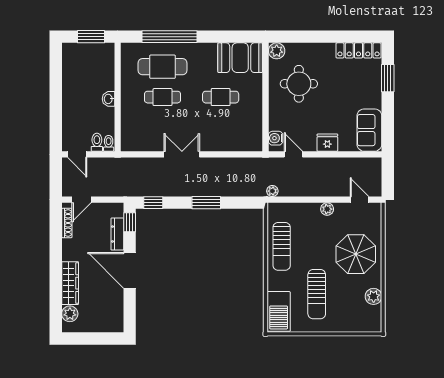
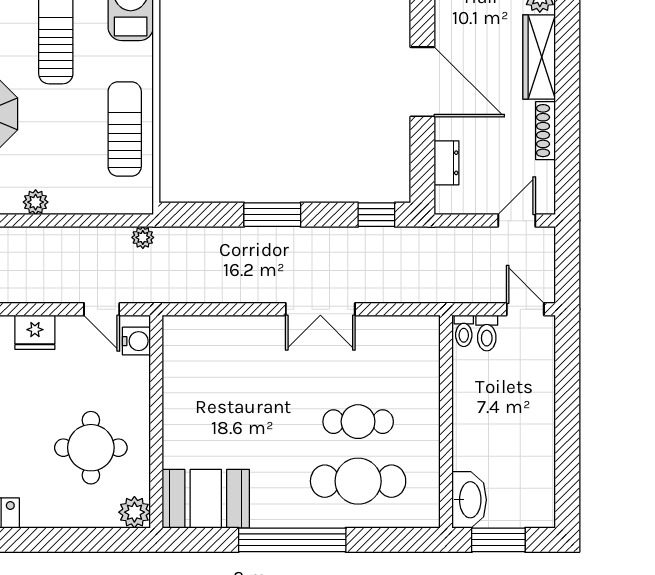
window: (170, 37) -> (292, 540), moved
cafe table: (221, 97) -> (244, 422), removed
washbasin: (109, 99) -> (469, 500), moved, width x1.91, depth x1.45
window: (130, 222) -> (422, 176), removed
shoe rack: (67, 223) -> (546, 131), moved
dresser: (117, 234) -> (447, 163), width x0.70

